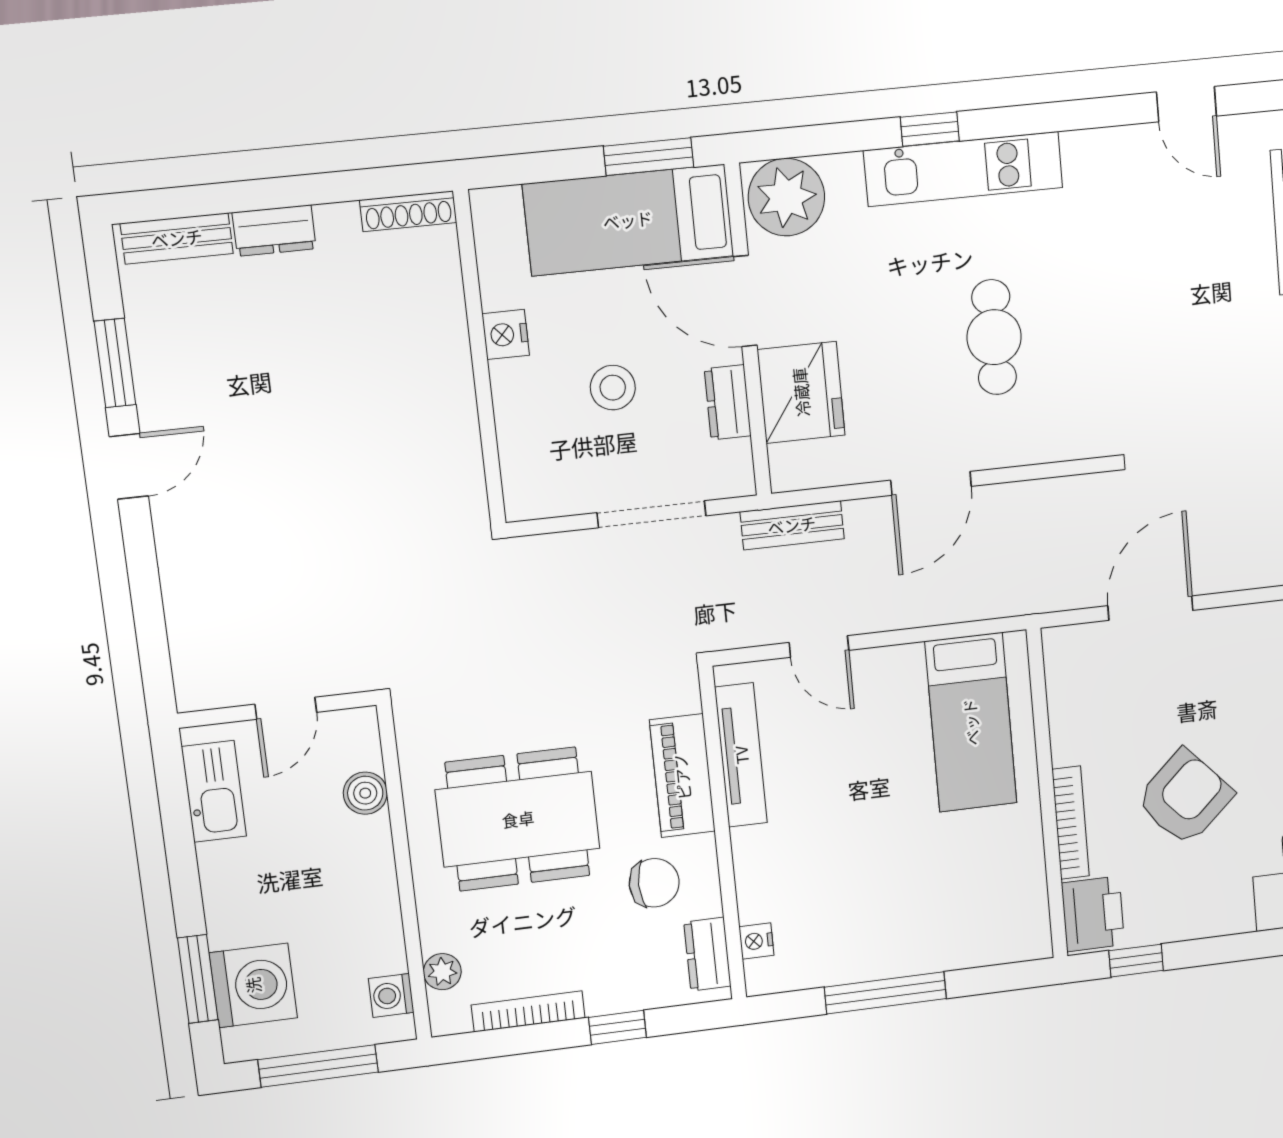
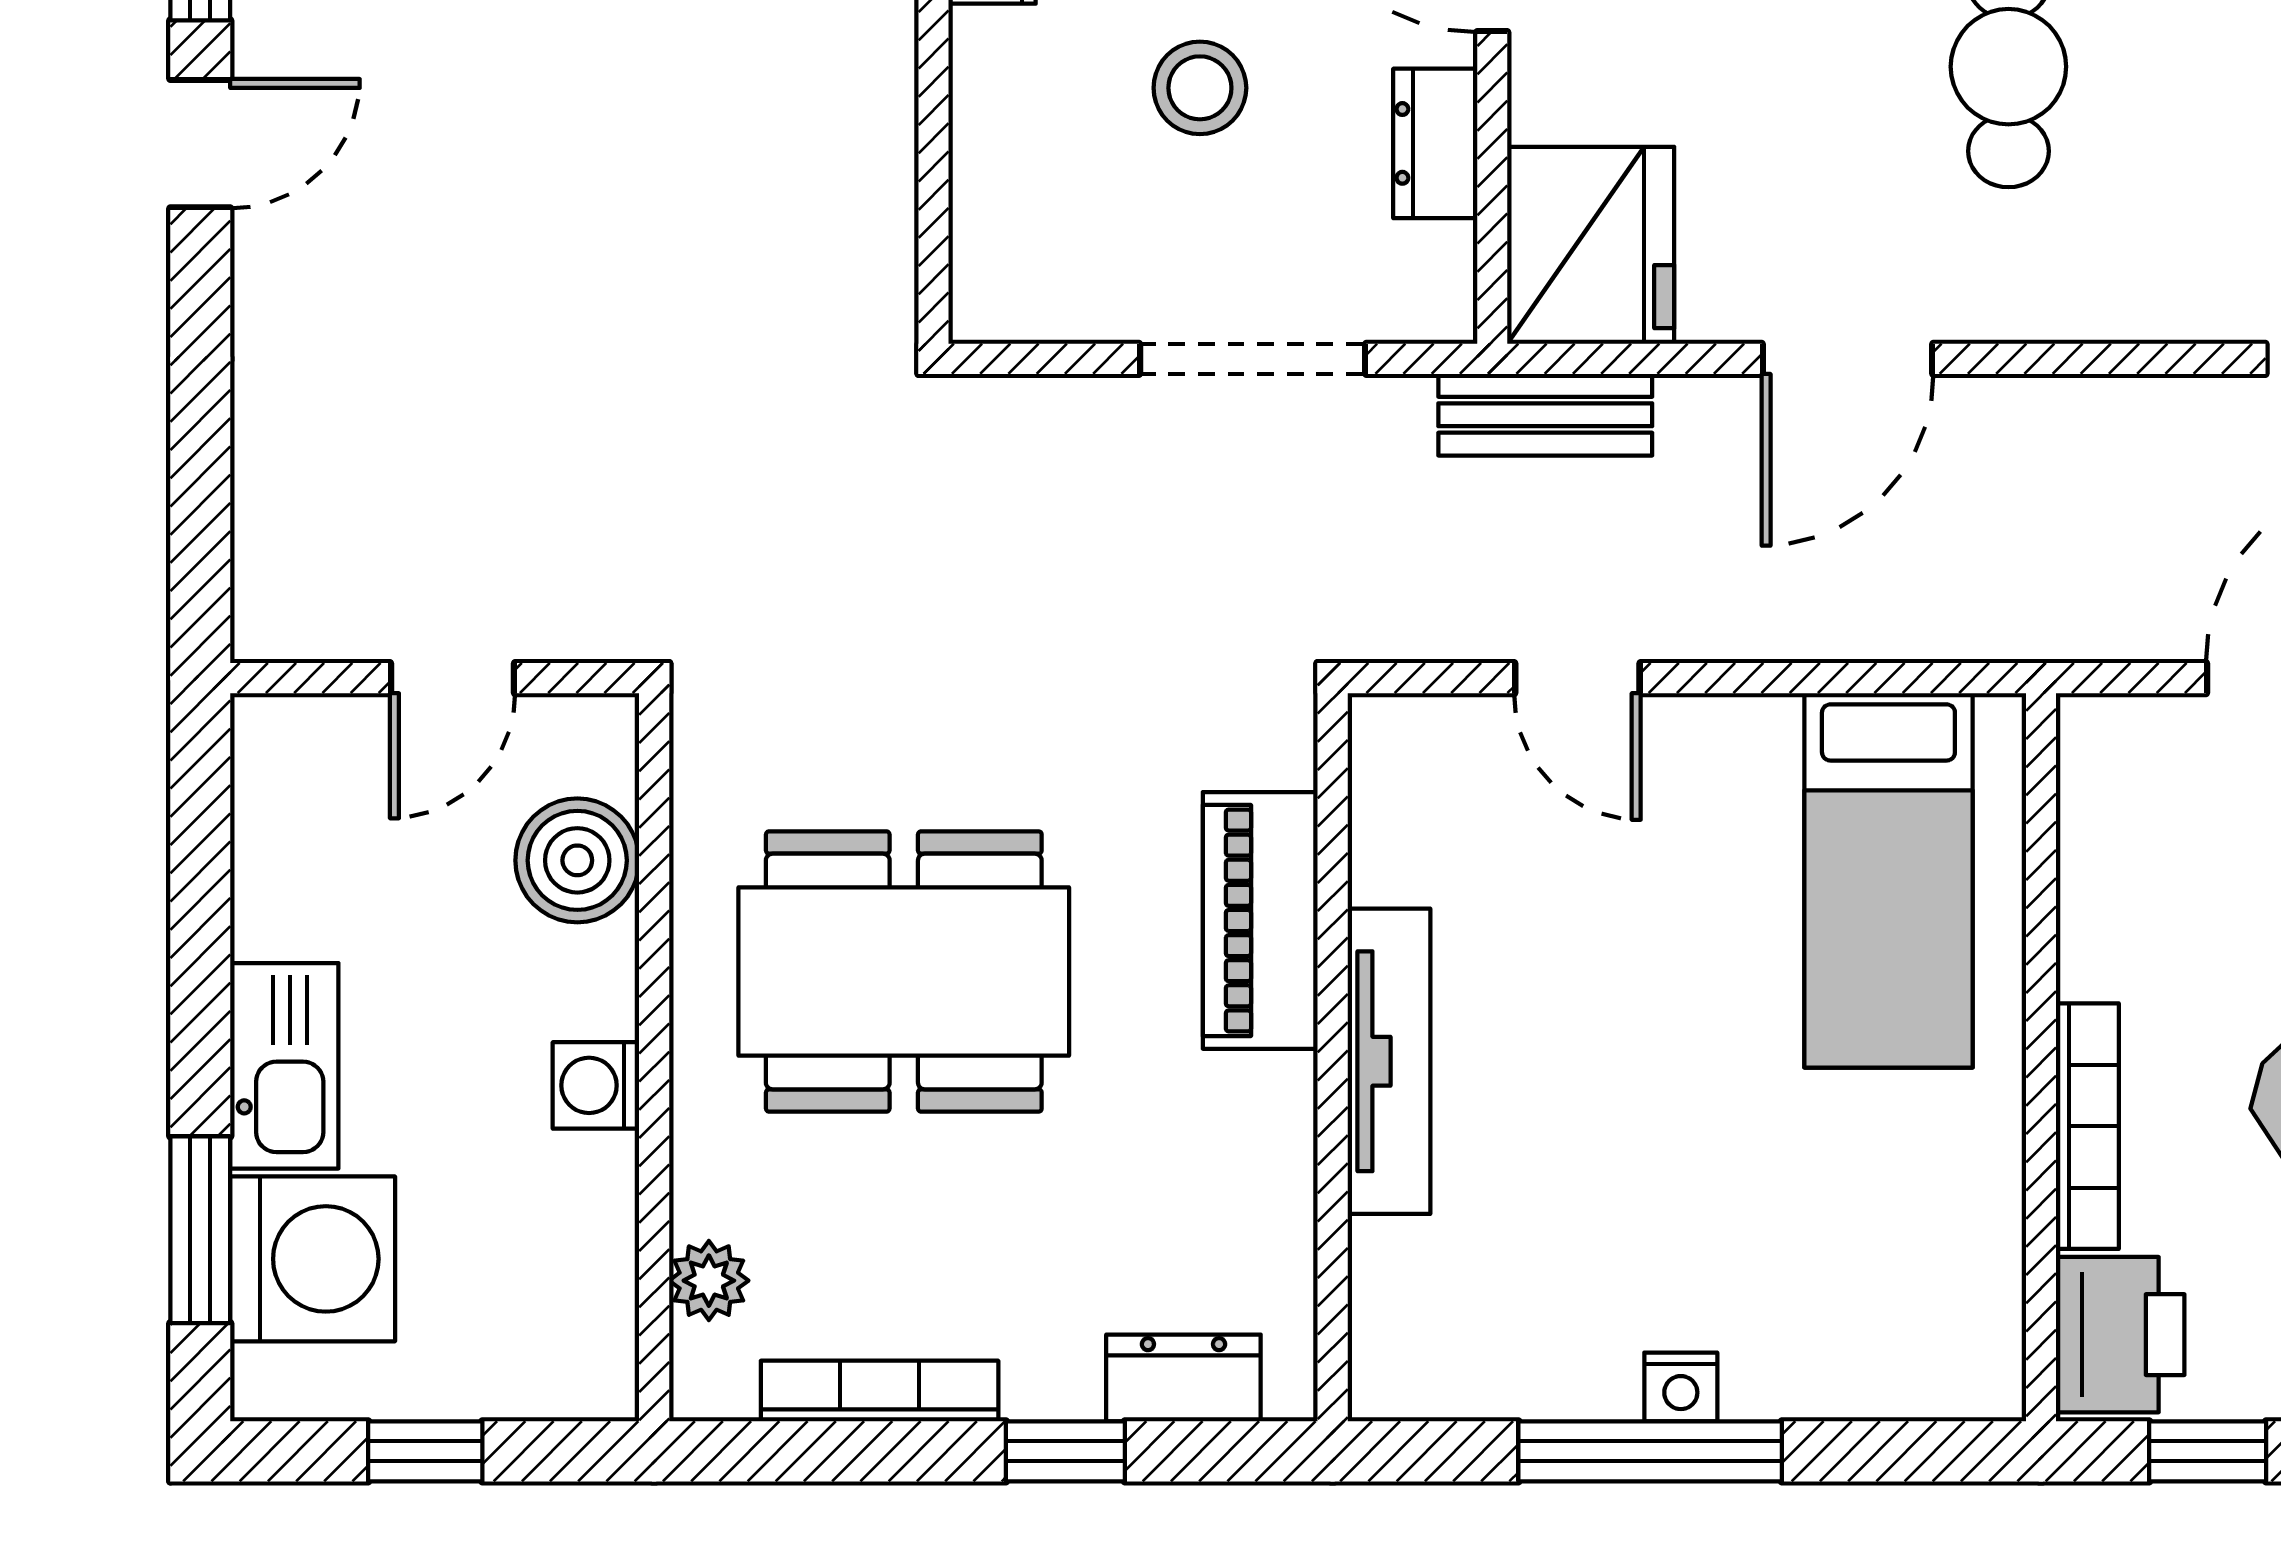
fridge: (801, 392) -> (1591, 245), moved
tv unit: (741, 755) -> (1389, 1061), moved
kitchen sink: (214, 791) -> (284, 1066), moved
boiler: (365, 793) -> (577, 860), width x1.36, depth x1.36
chair: (654, 883) -> (1177, 1145), removed
nightstand: (756, 941) -> (1681, 1387), moved, turned -90
dresser: (707, 954) -> (1183, 1378), moved, turned 90
washing machine: (391, 995) -> (596, 1085), moved
window: (318, 1066) -> (425, 1451), width x0.46

